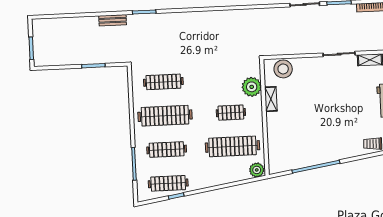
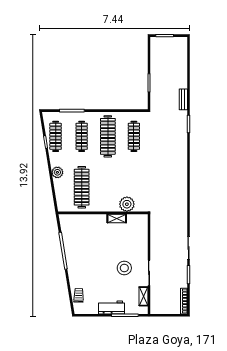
stool: (283, 69) -> (124, 268), moved
clothes rail: (231, 113) -> (108, 187), removed
plant: (257, 170) -> (57, 172), moved

